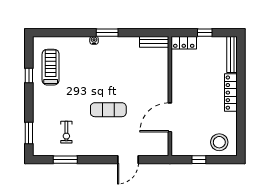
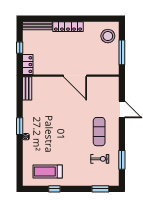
exercise mat: (108, 110) -> (99, 132), moved
door: (170, 117) -> (75, 76), moved
window: (199, 160) -> (122, 52), width x2.17

